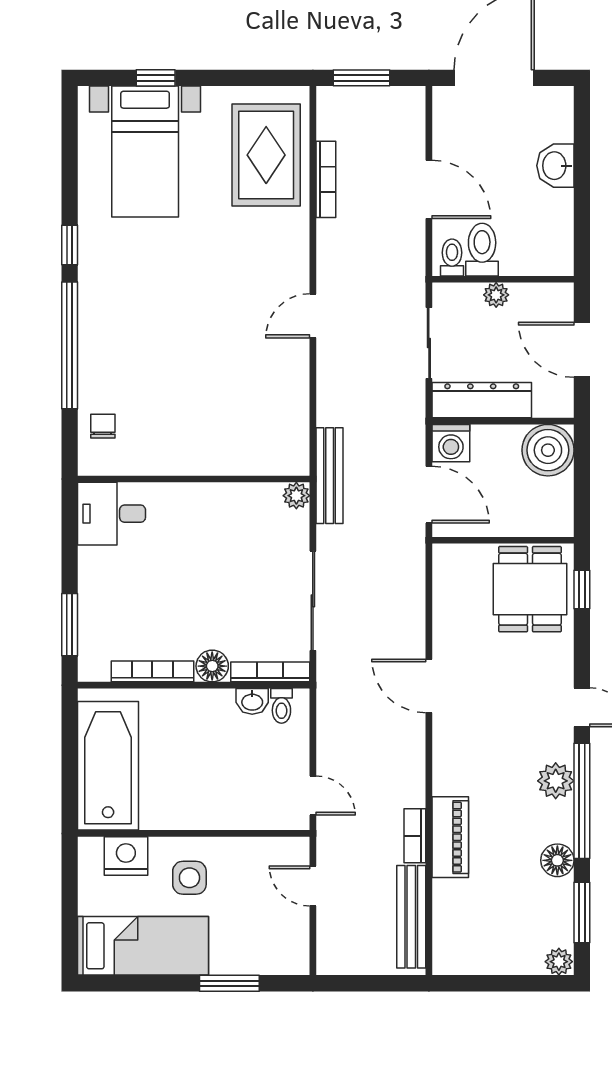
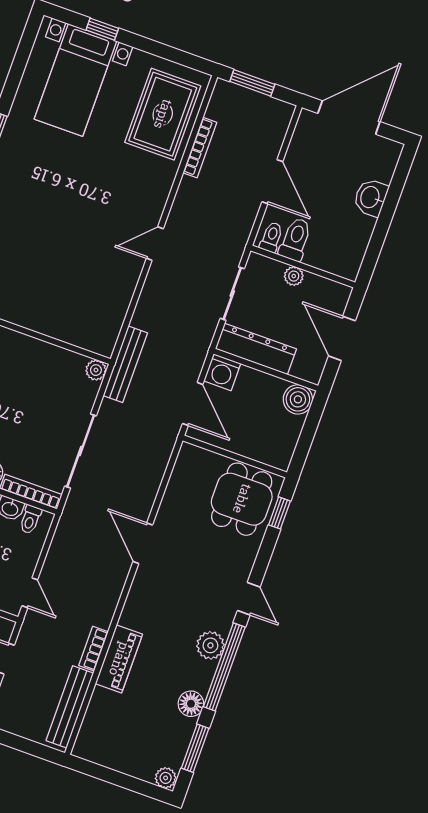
boiler: (548, 450) -> (298, 399), width x0.73, depth x0.73

